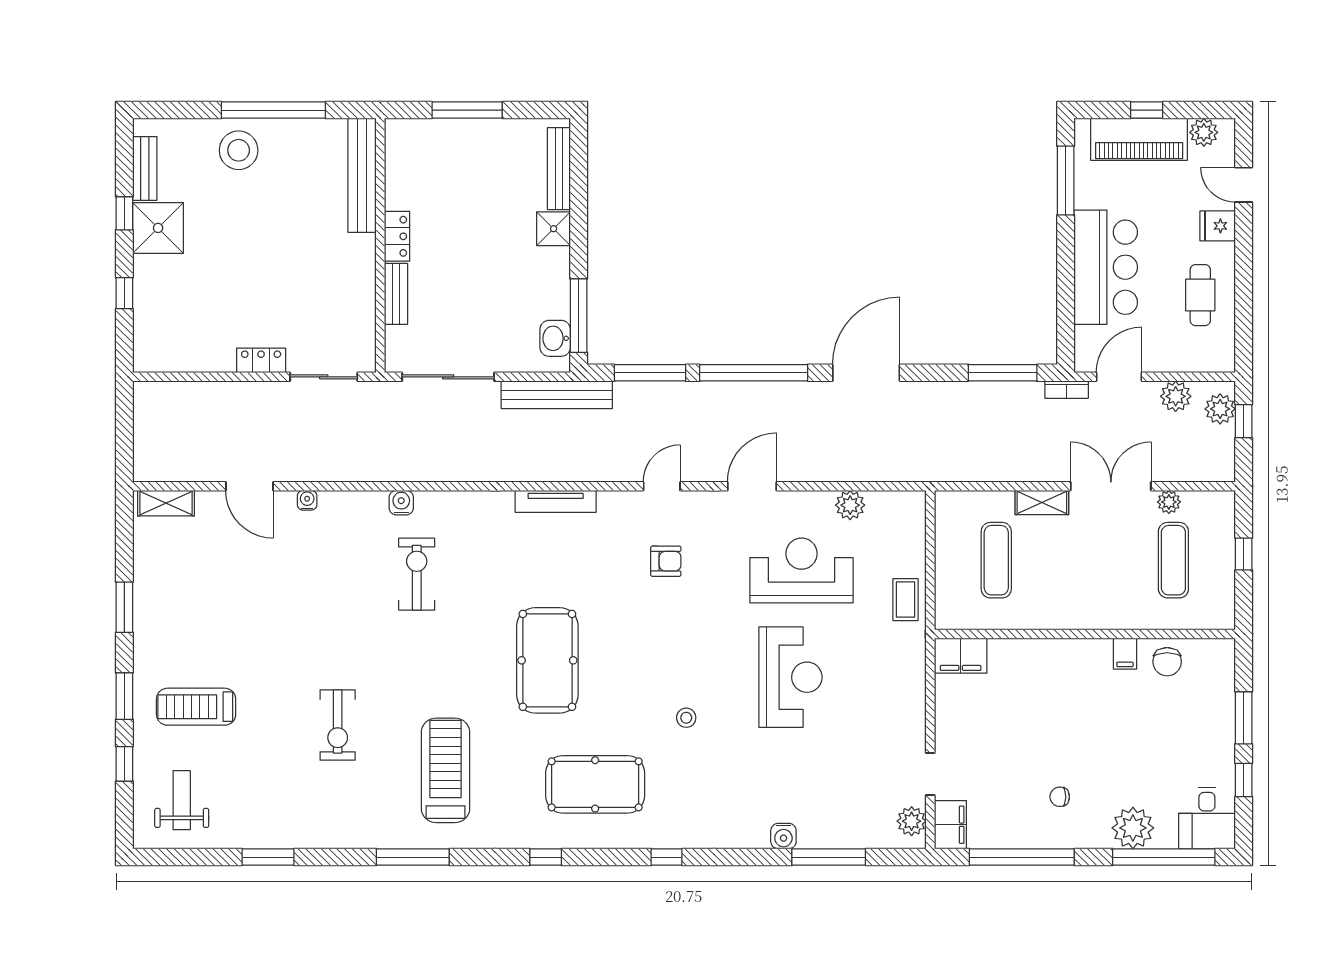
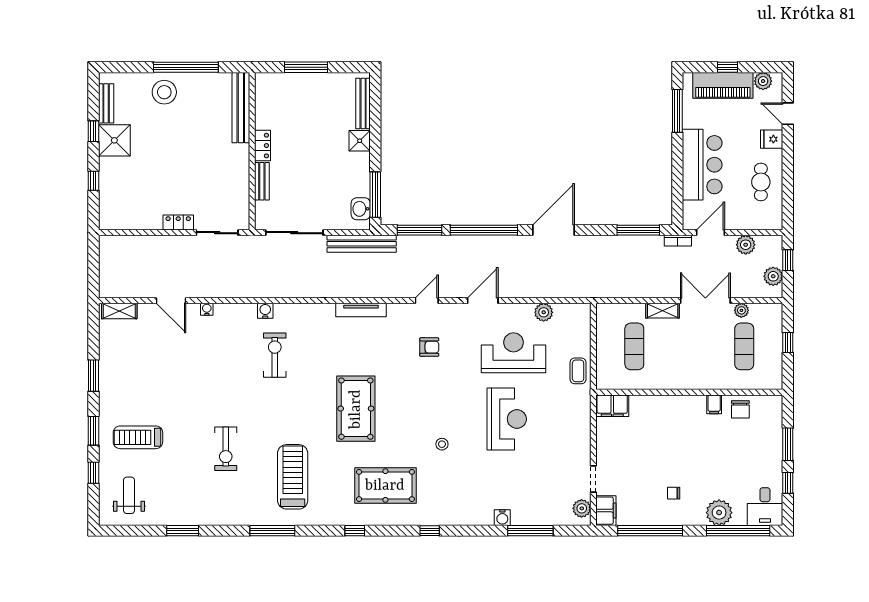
plant: (1220, 409) -> (773, 276), moved

